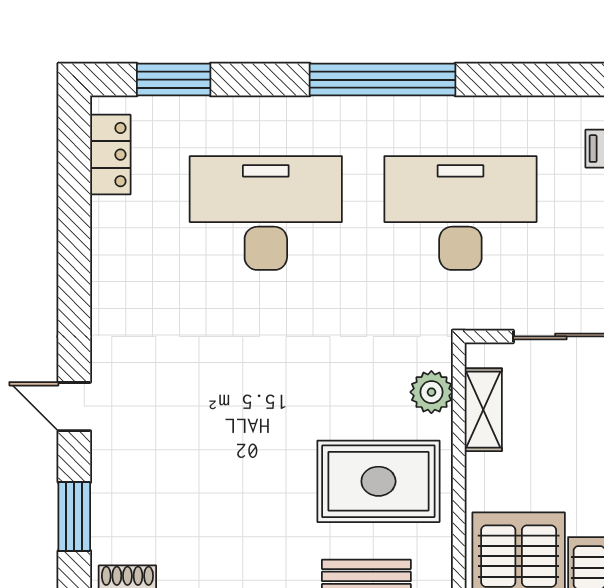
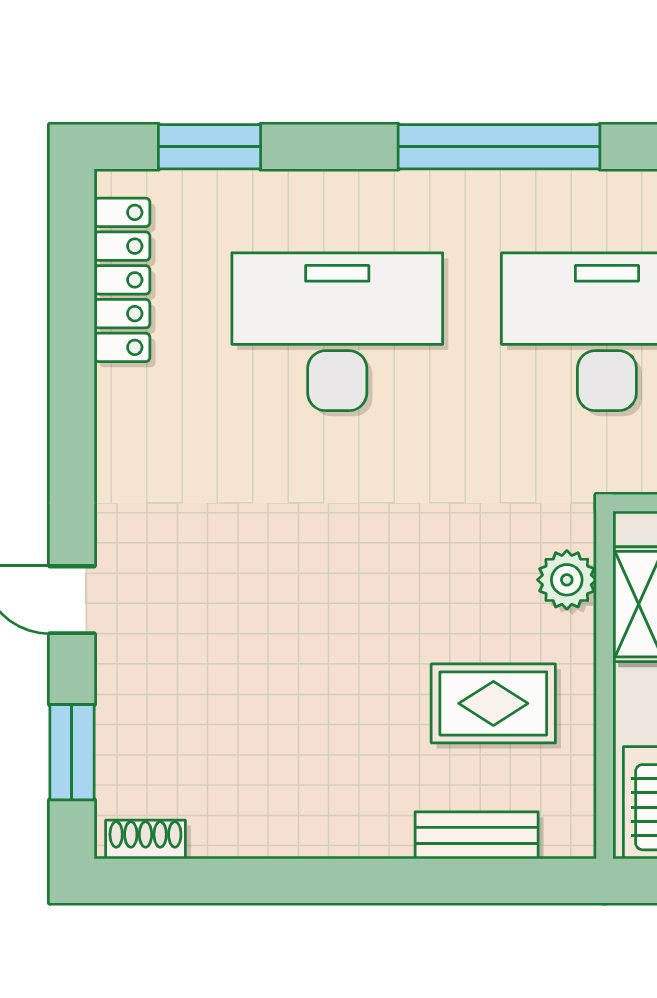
locker: (110, 155) -> (122, 280), width x1.53
rug: (378, 481) -> (493, 703), width x0.73, depth x0.70

